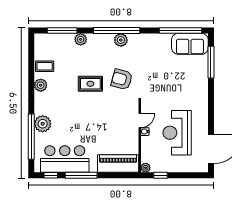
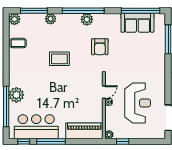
sofa: (190, 44) -> (137, 23), moved
armchair: (122, 79) -> (100, 47), moved, turned -105
plant: (41, 85) -> (14, 19), moved
reception desk: (177, 133) -> (138, 103), turned 180

